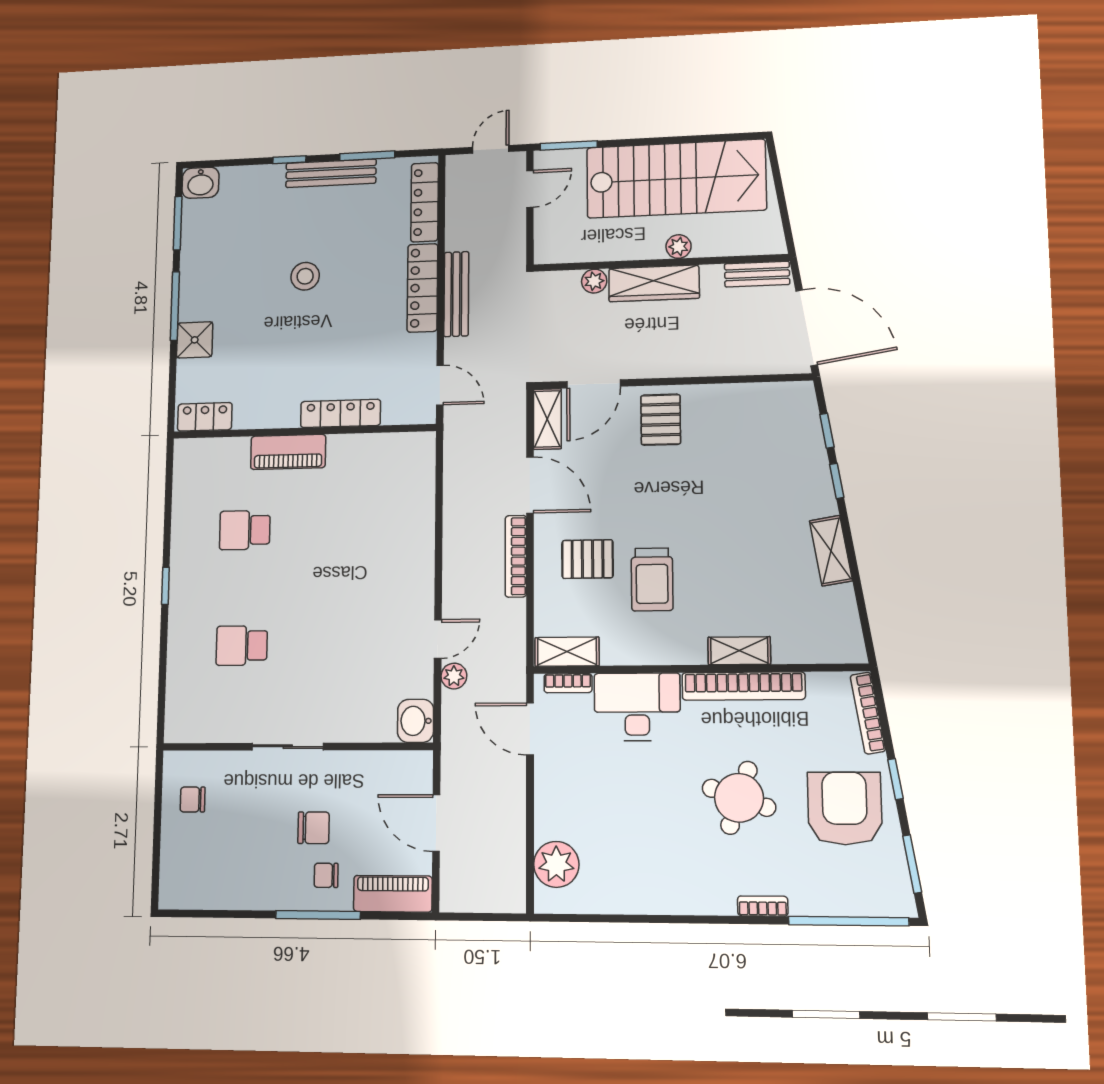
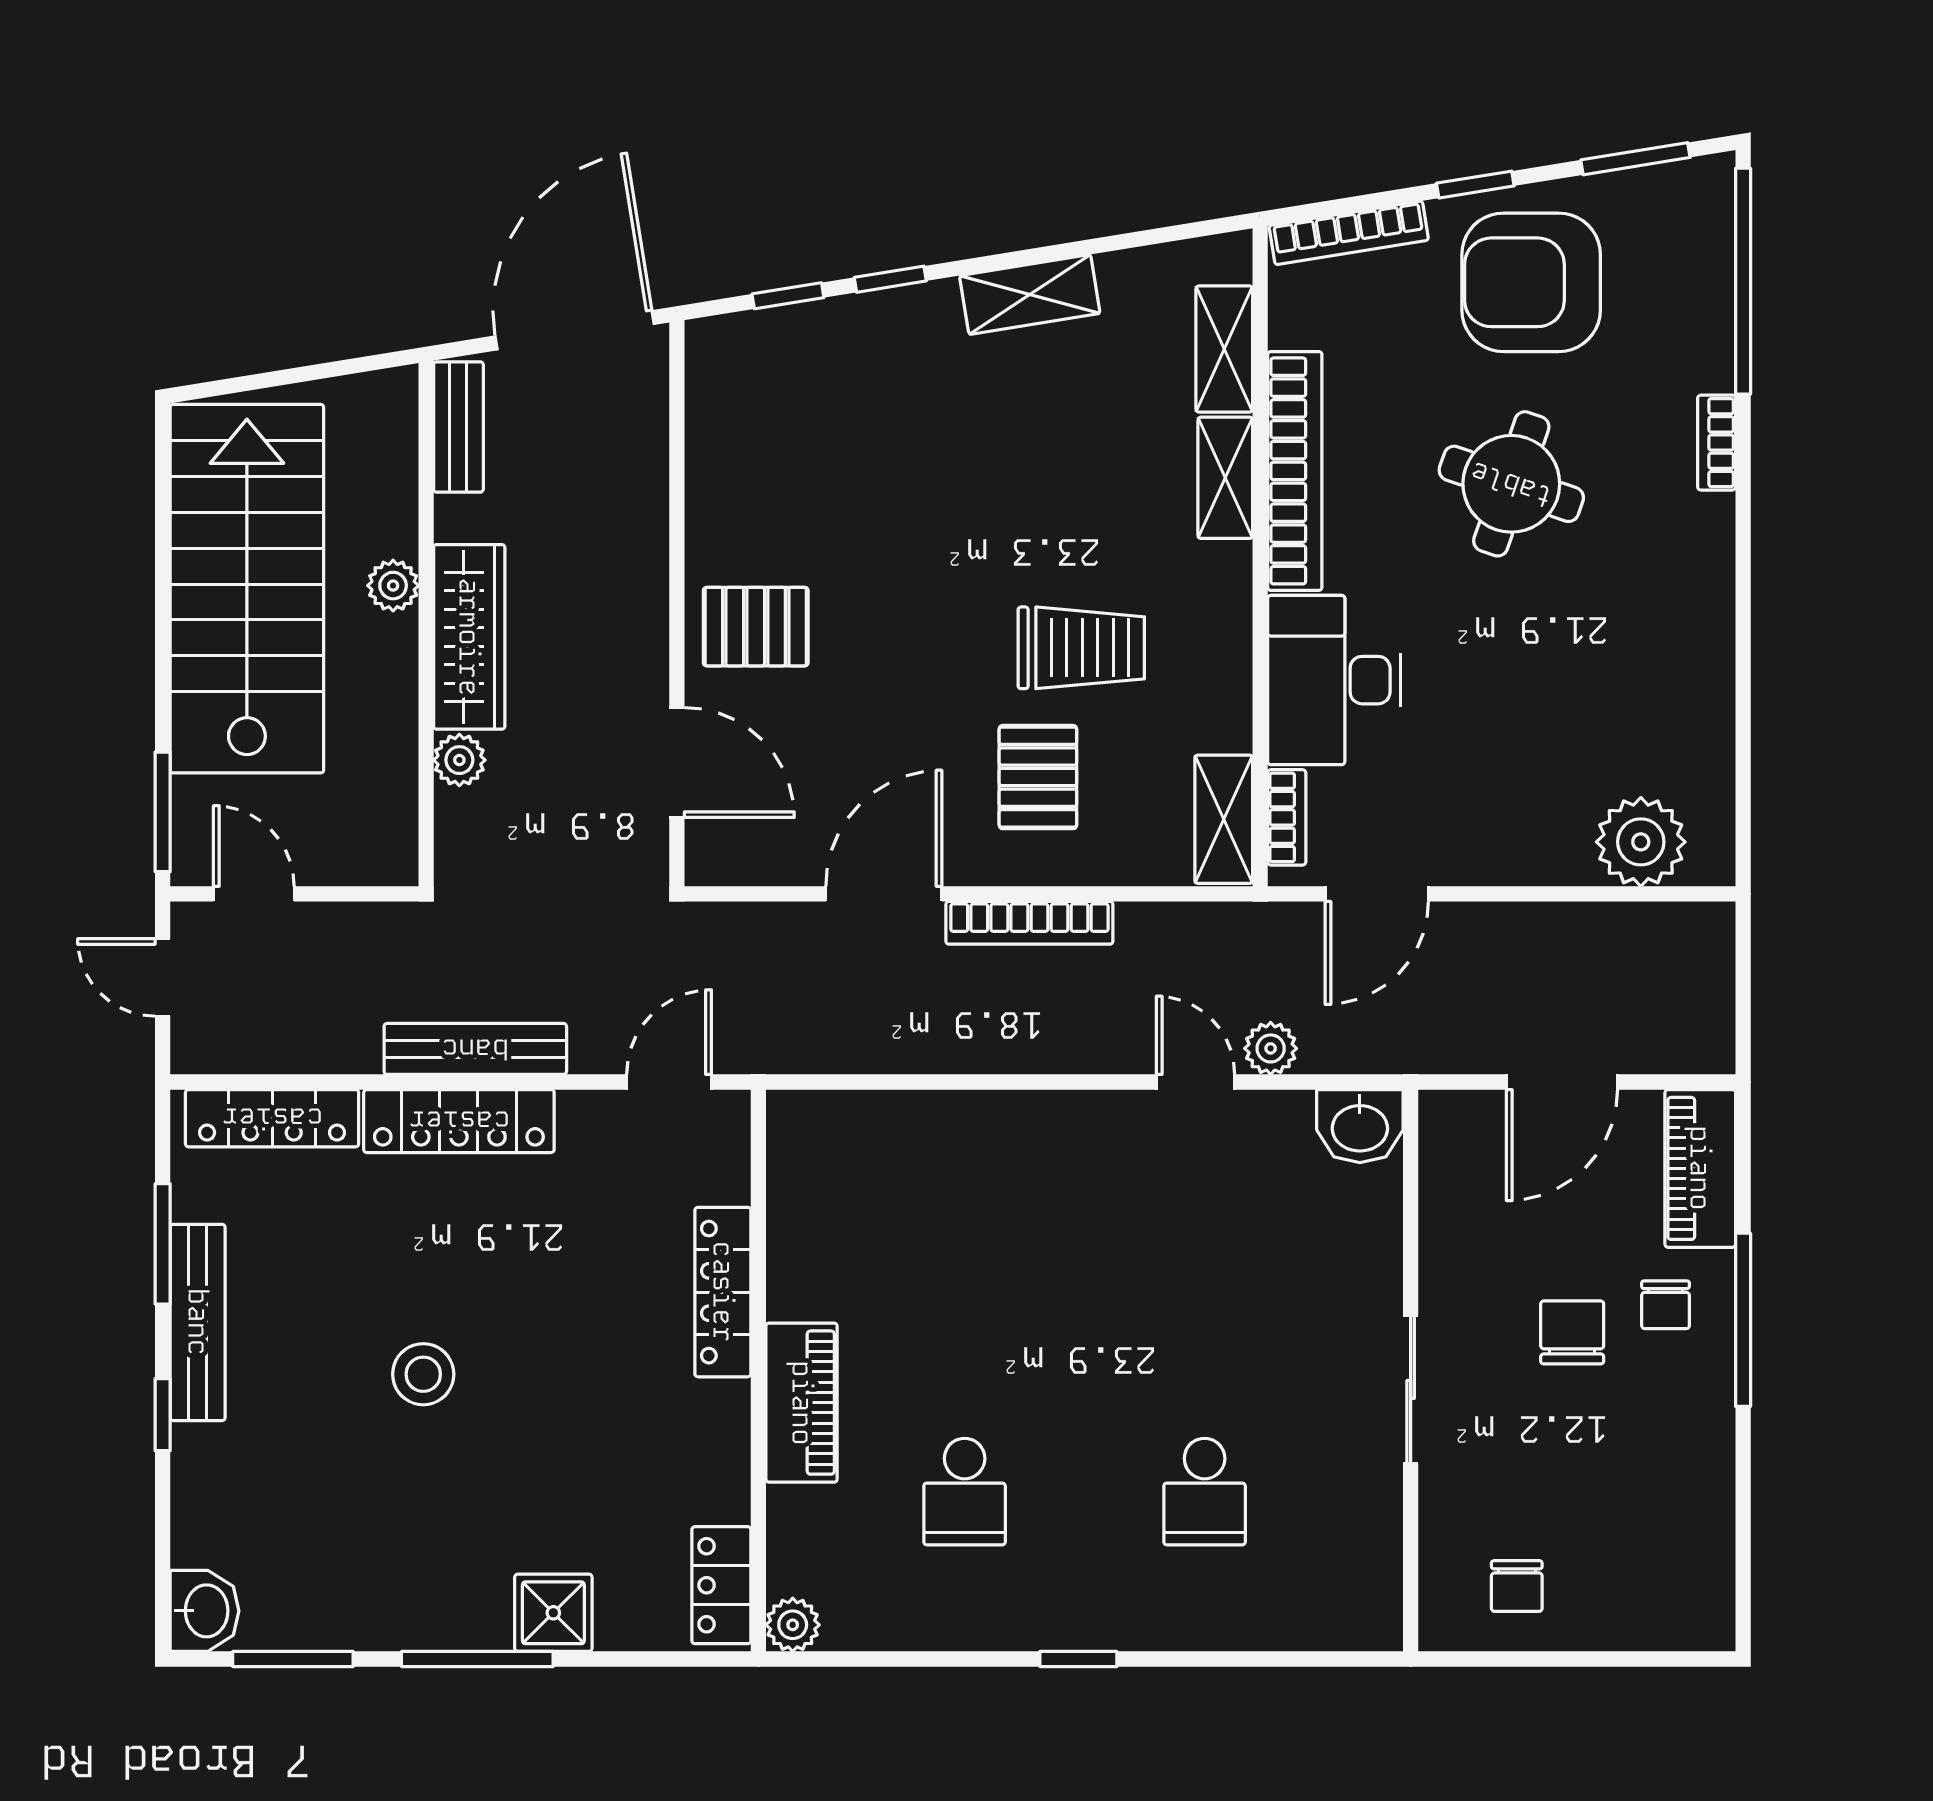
shelving: (547, 419) -> (1224, 349), moved, turned 90
plant: (186, 451) -> (793, 1625), added

